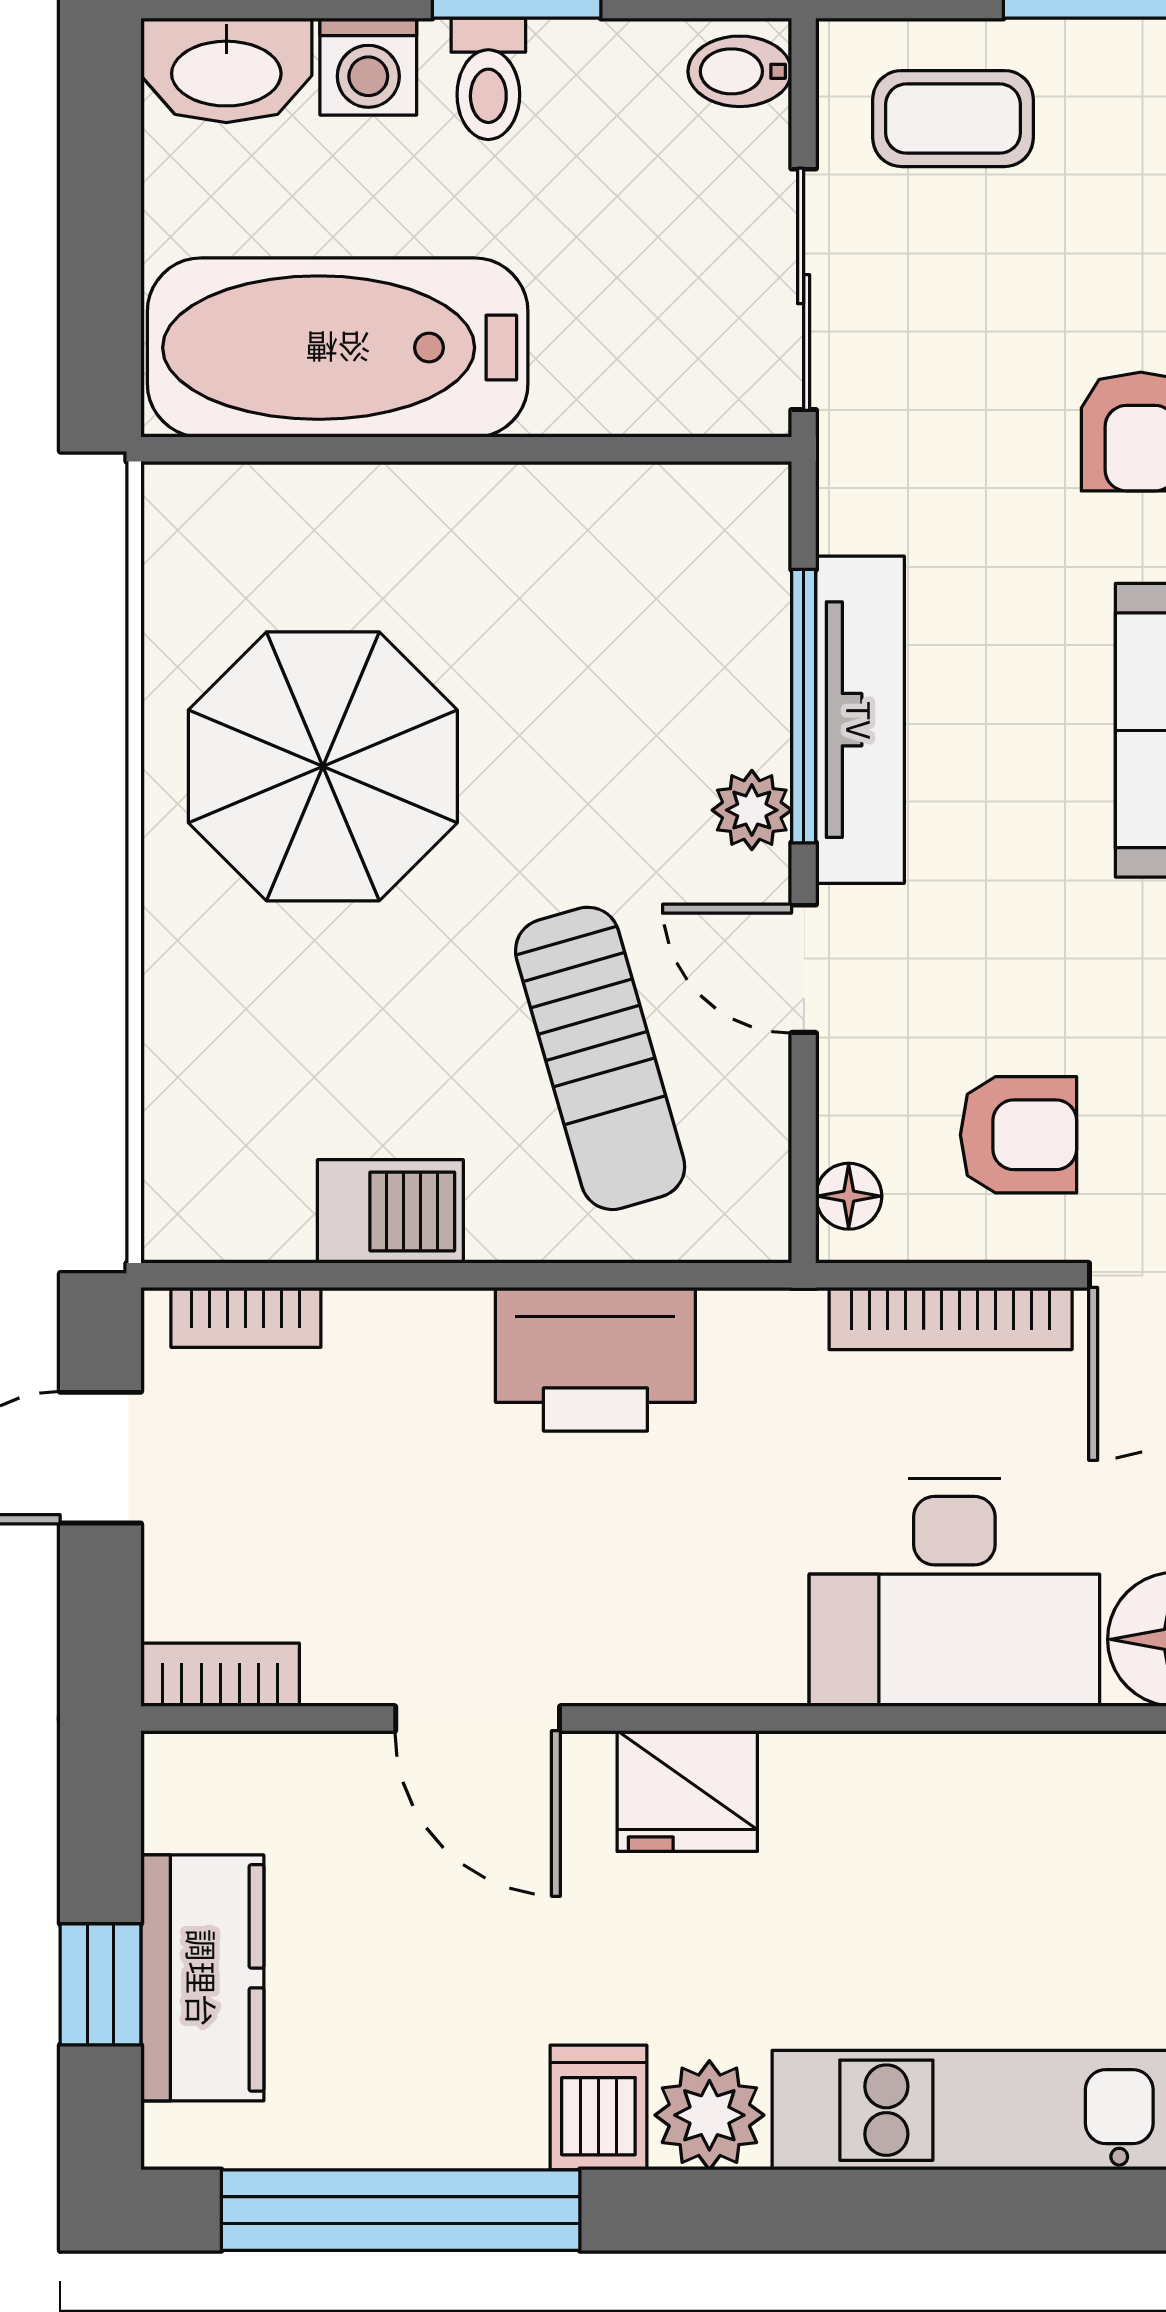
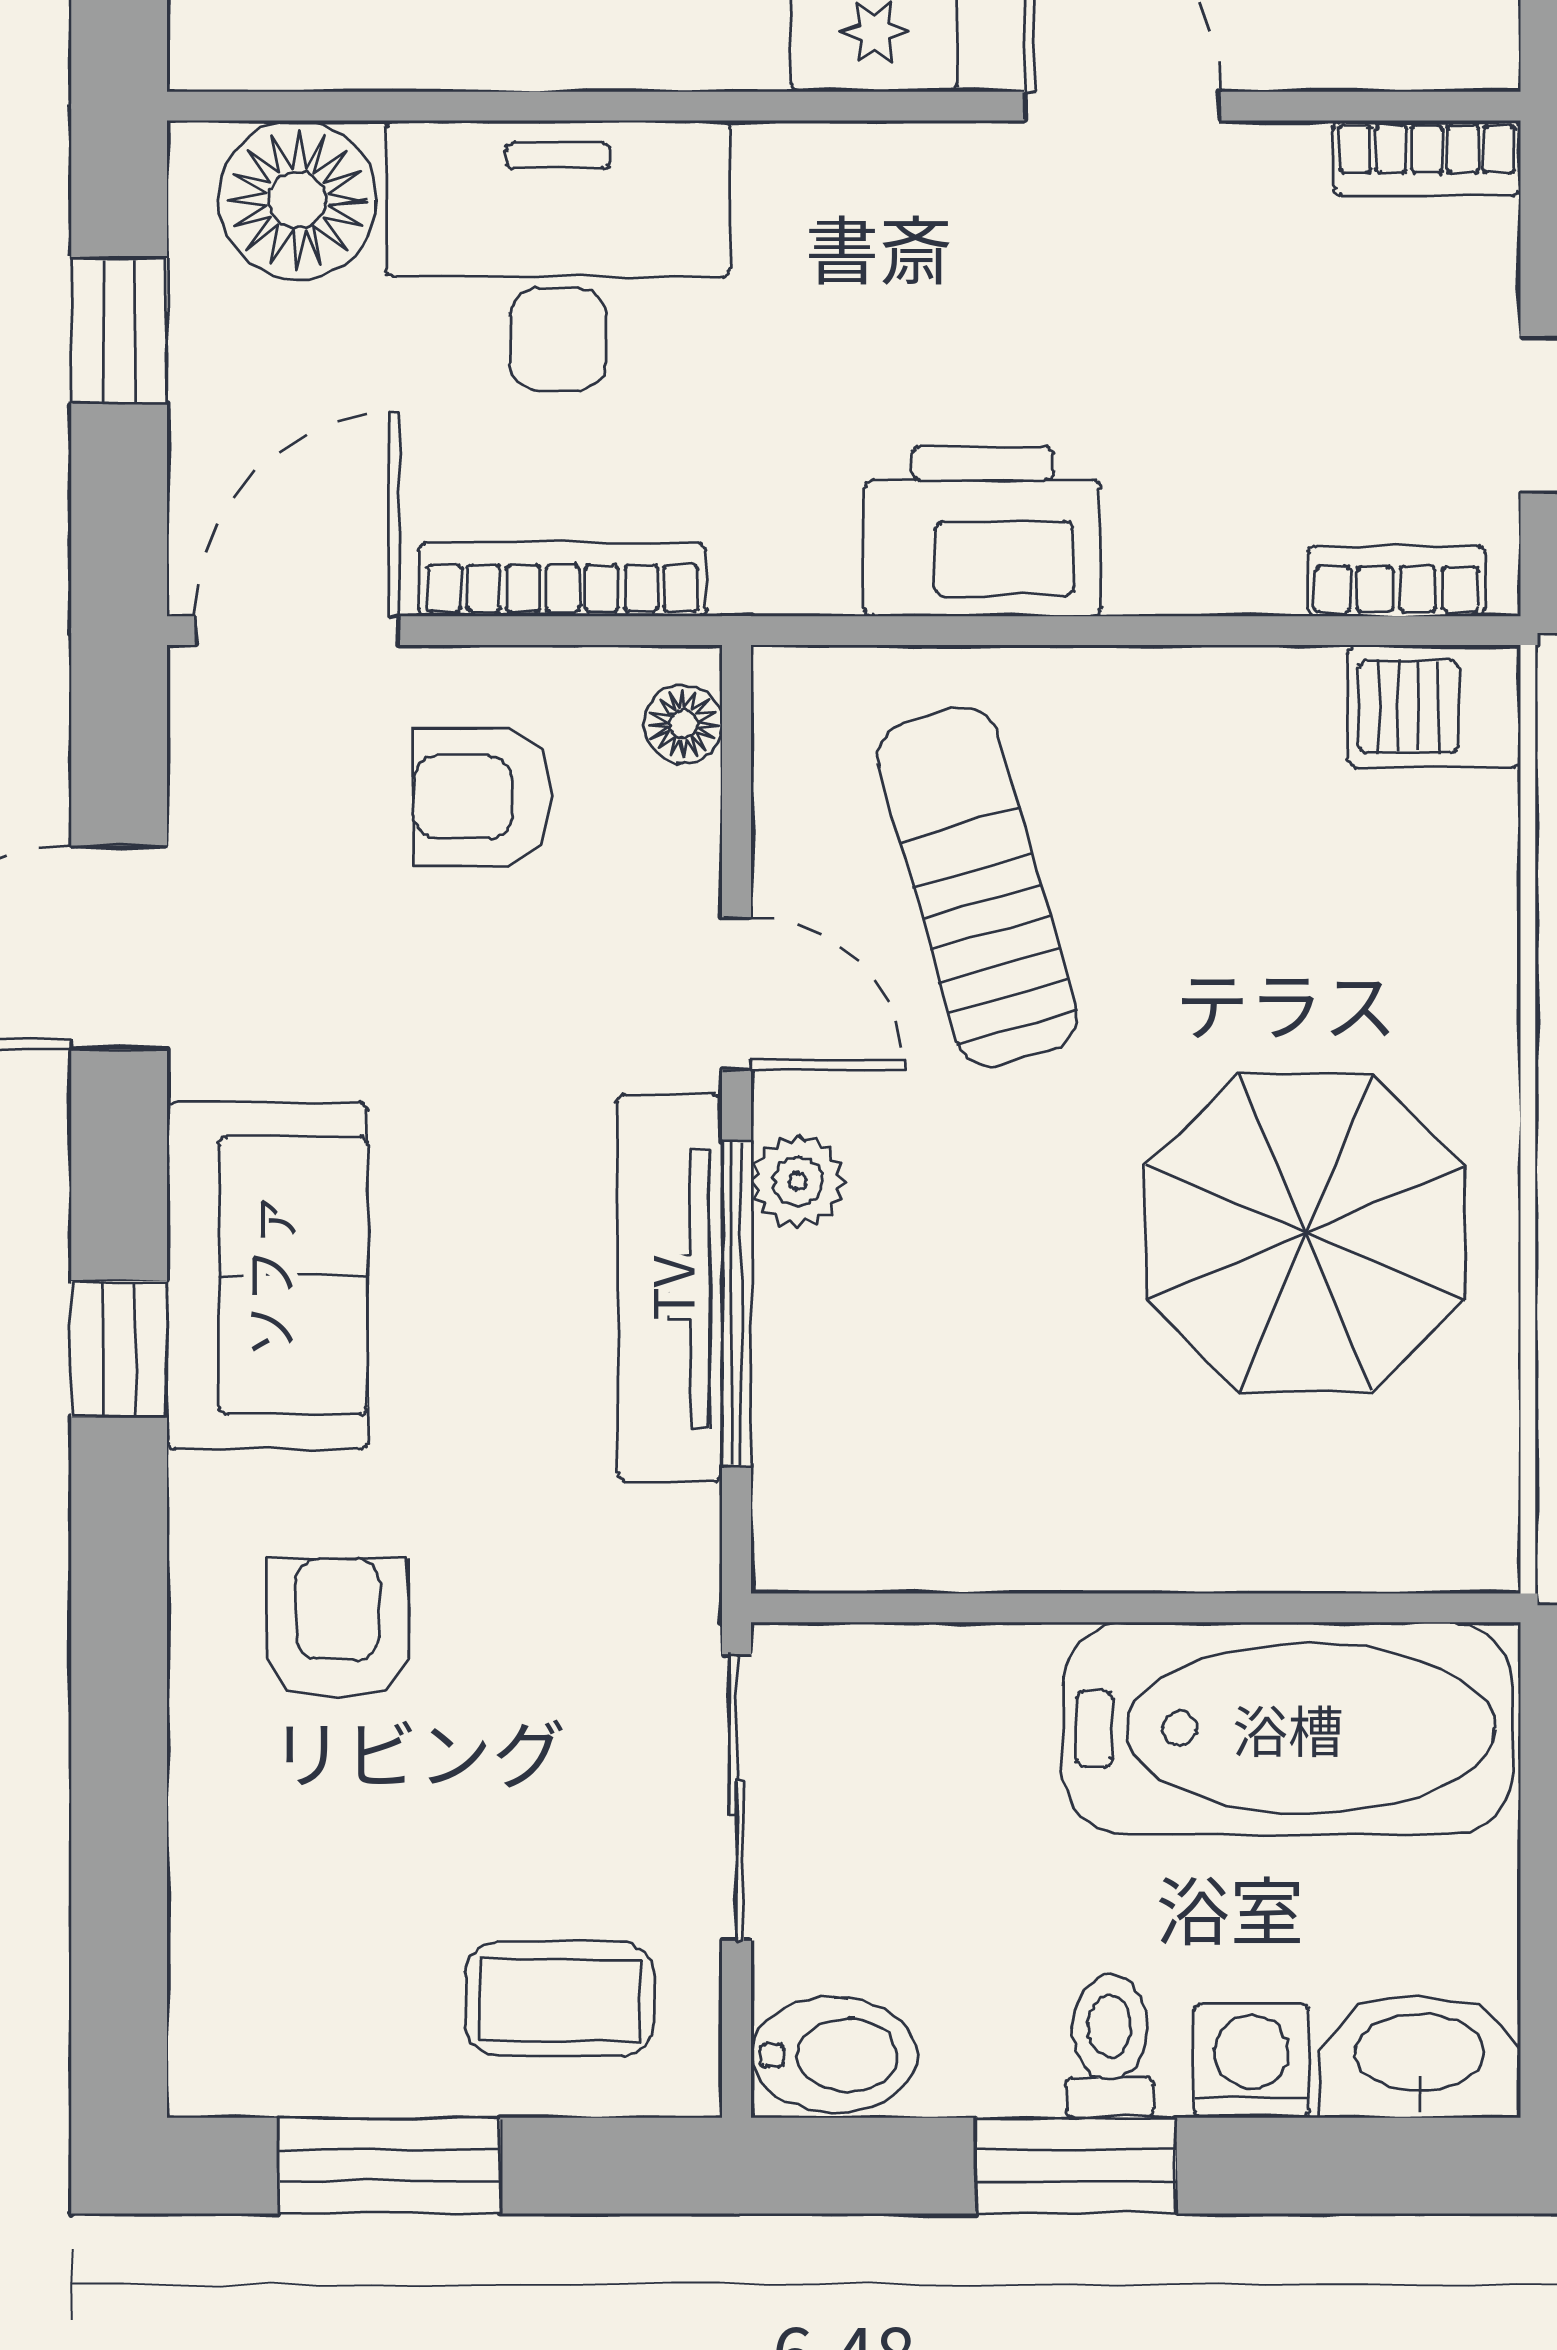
bidet: (740, 71) -> (834, 2055), width x1.38, depth x1.36
barbecue: (390, 1211) -> (1434, 706), moved

